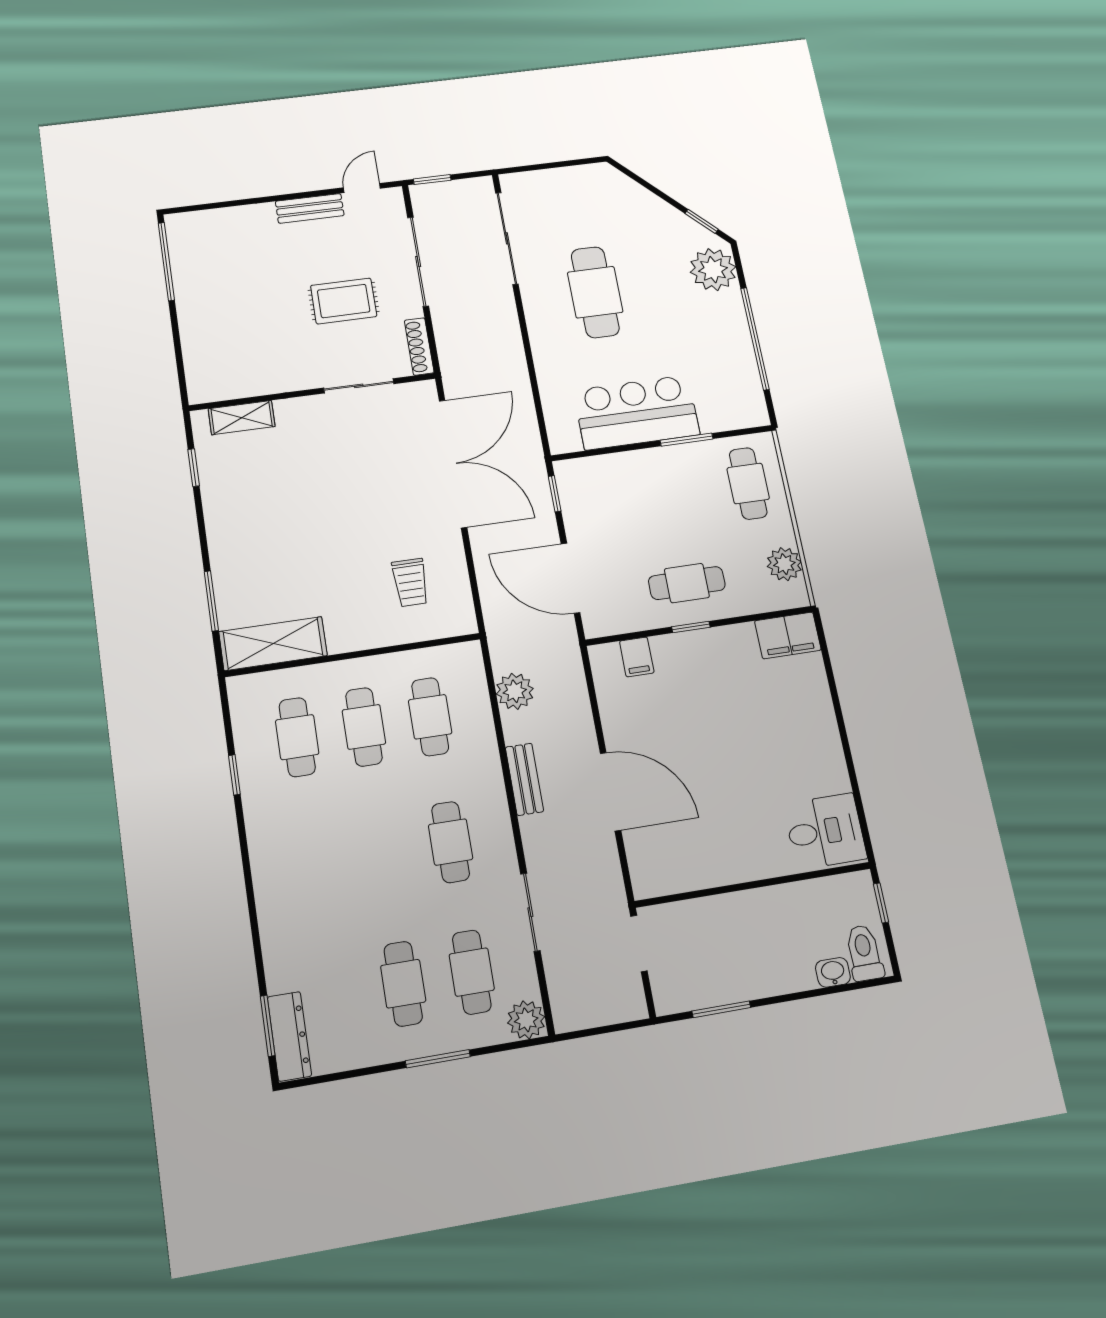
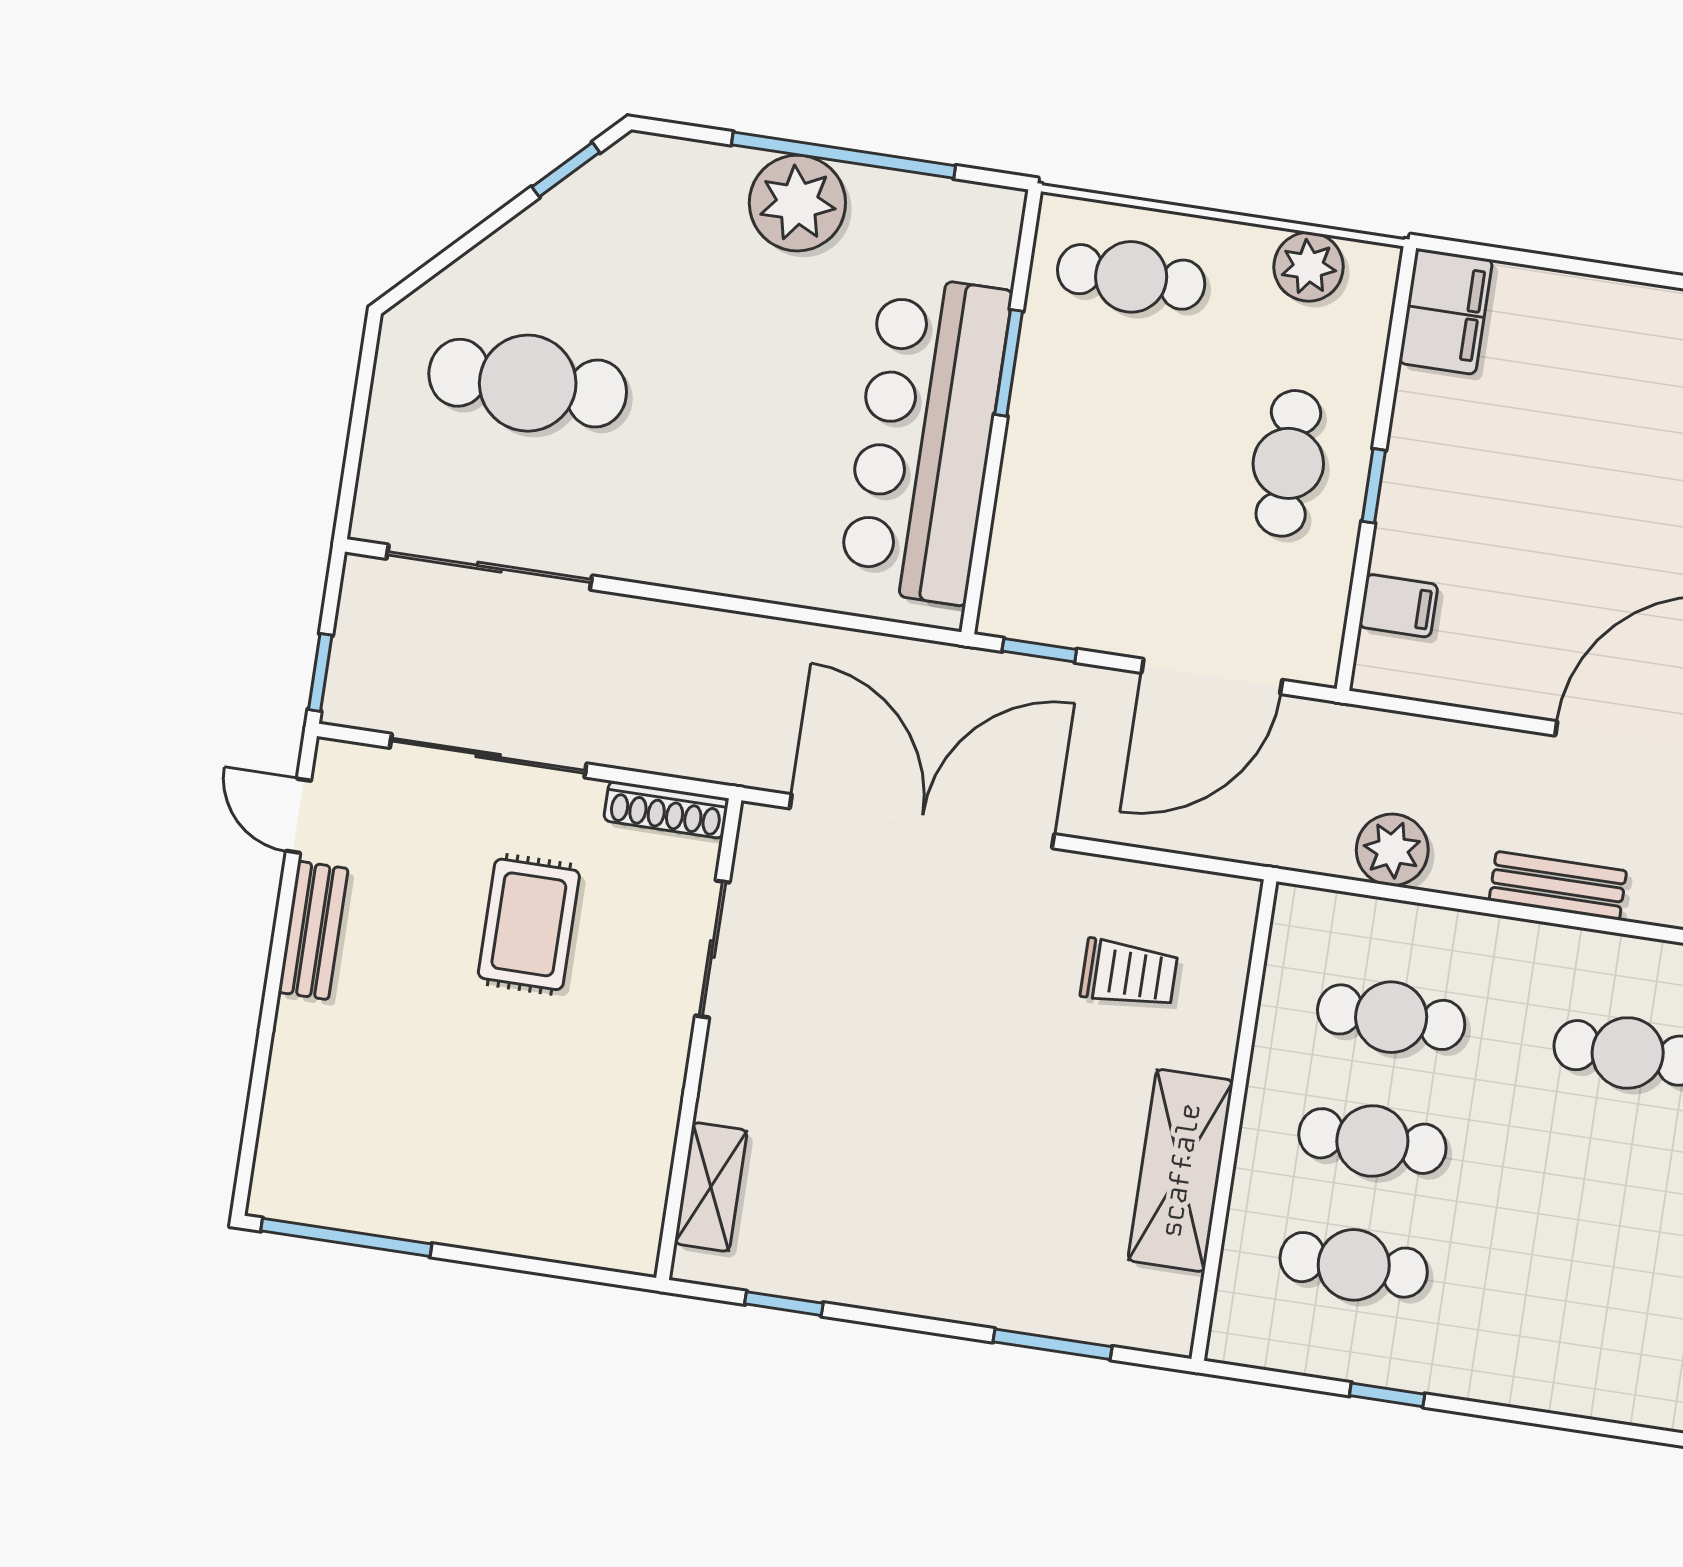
plant: (713, 270) -> (797, 203), moved
cafe table: (595, 292) -> (528, 383), moved
bar counter: (637, 412) -> (925, 439), width x1.36
shelving: (273, 644) -> (1181, 1170), moved

